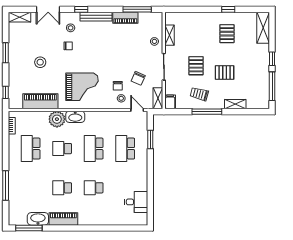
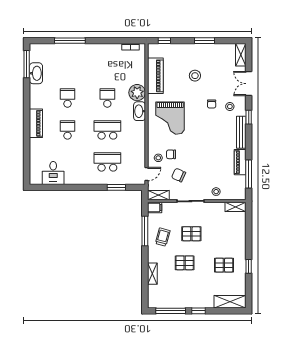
shelving: (170, 35) -> (235, 207), moved
pallet: (225, 72) -> (185, 263), turned 90
window: (207, 112) -> (145, 231), moved
school desk: (31, 149) -> (107, 66), removed
piano: (63, 219) -> (36, 123), moved

